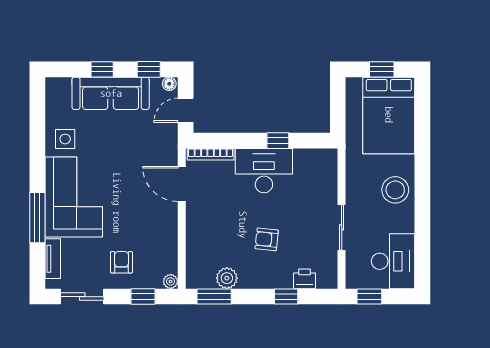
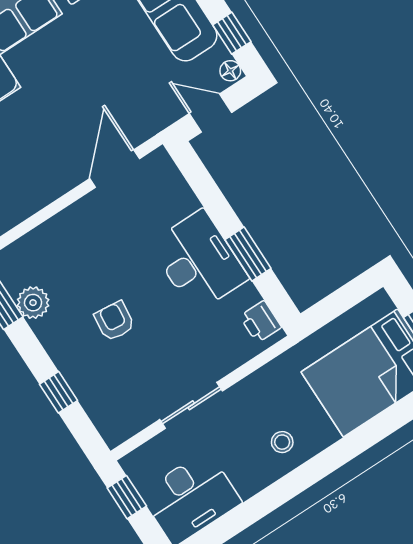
window: (278, 141) -> (248, 254), width x1.50
bookcase: (211, 154) -> (176, 181), removed
stool: (395, 190) -> (282, 442), width x0.53, depth x0.53
printer: (305, 279) -> (261, 322), moved, turned 180

